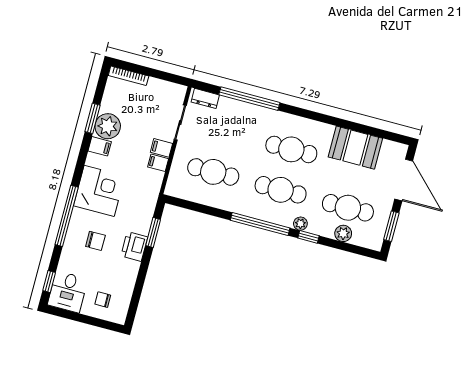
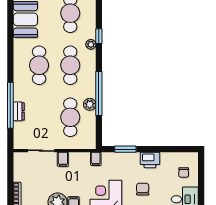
dresser: (205, 98) -> (19, 111), moved
filing cabinet: (158, 163) -> (96, 159), moved
window: (260, 224) -> (99, 94), moved
plant: (343, 233) -> (90, 104), moved
printer: (134, 246) -> (150, 160), moved

